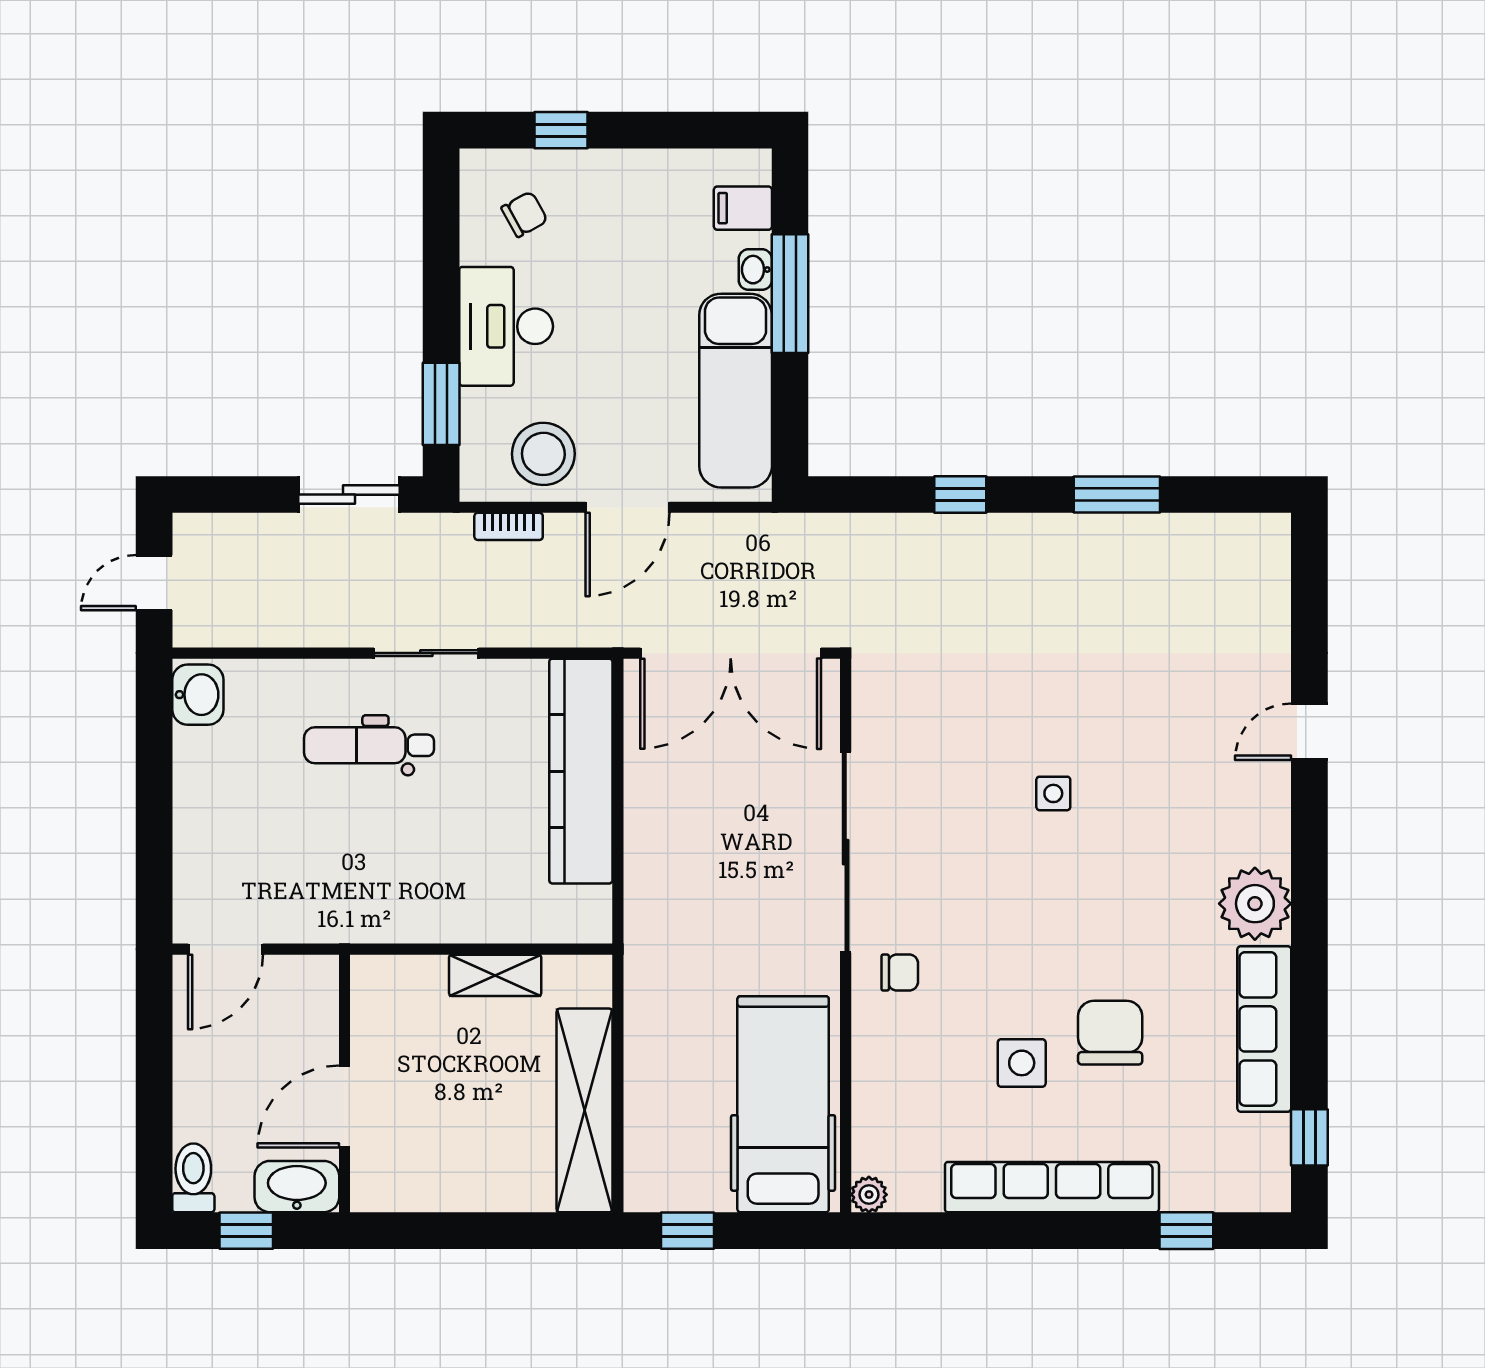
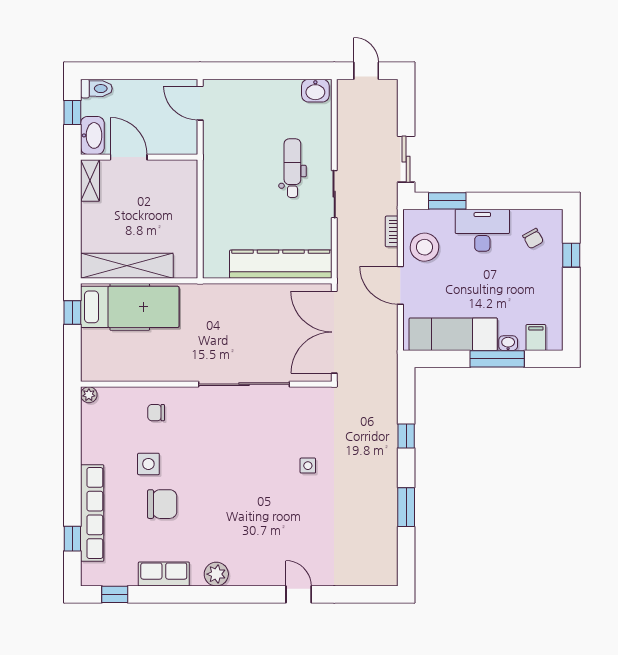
side table: (1053, 793) -> (308, 466), moved
plant: (1255, 904) -> (216, 574), width x0.73, depth x0.73
chair: (900, 973) -> (156, 413), moved, turned 90
shelving: (495, 975) -> (90, 180), moved
row of seats: (1264, 1029) -> (164, 574), width x0.68
hospital bed: (783, 1104) -> (130, 307), moved
row of seats: (1052, 1187) -> (92, 513), moved

